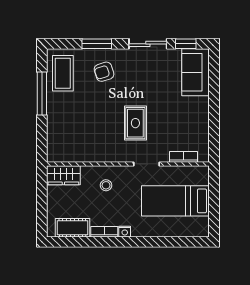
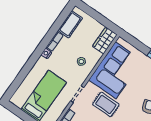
corner sofa: (89, 139) -> (116, 70), added

